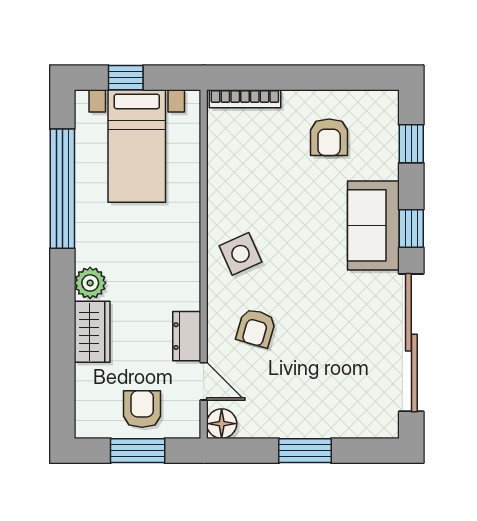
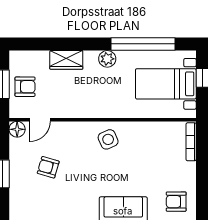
armchair: (329, 137) -> (176, 202), moved
plant: (90, 283) -> (107, 59), moved
armchair: (256, 328) -> (48, 167), moved
dresser: (187, 336) -> (64, 111), removed

